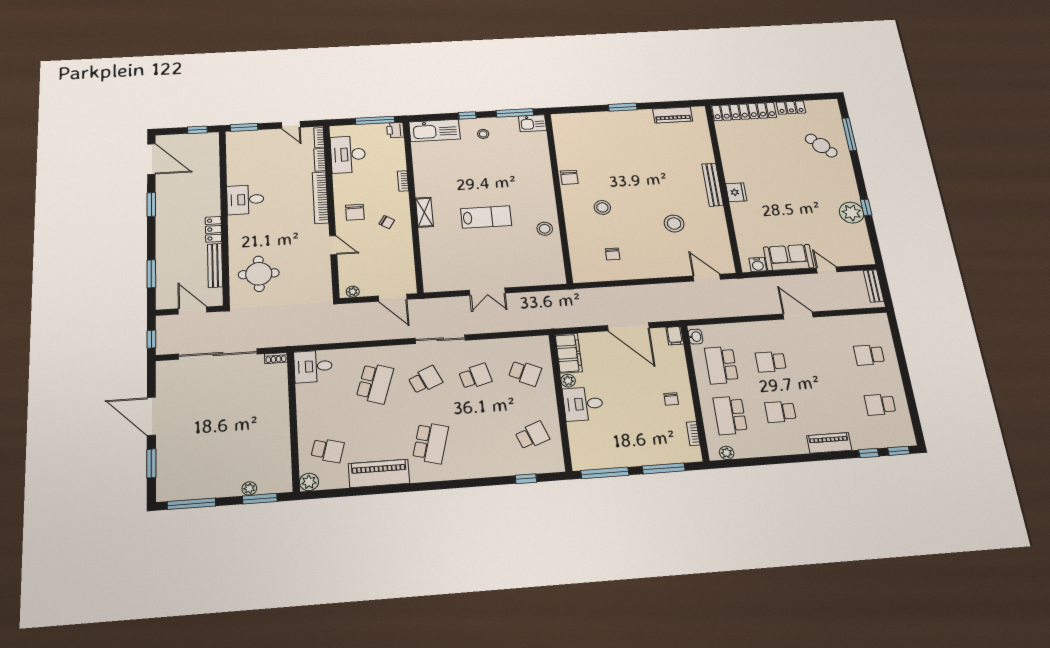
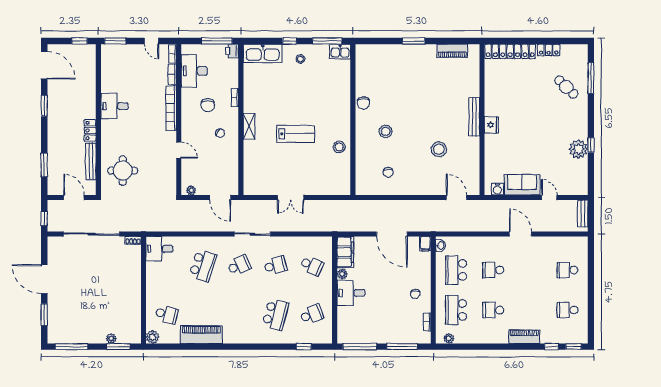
chair: (355, 212) -> (208, 105), moved
school desk: (431, 443) -> (275, 314), moved

